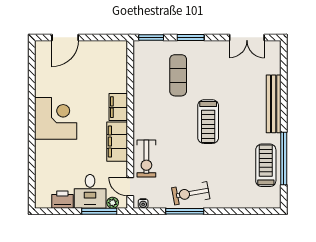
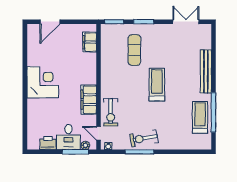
double door: (247, 37) -> (186, 22), swing flipped
filing cabinet: (118, 107) -> (90, 42), moved
treadmill: (208, 122) -> (157, 85), turned 180

